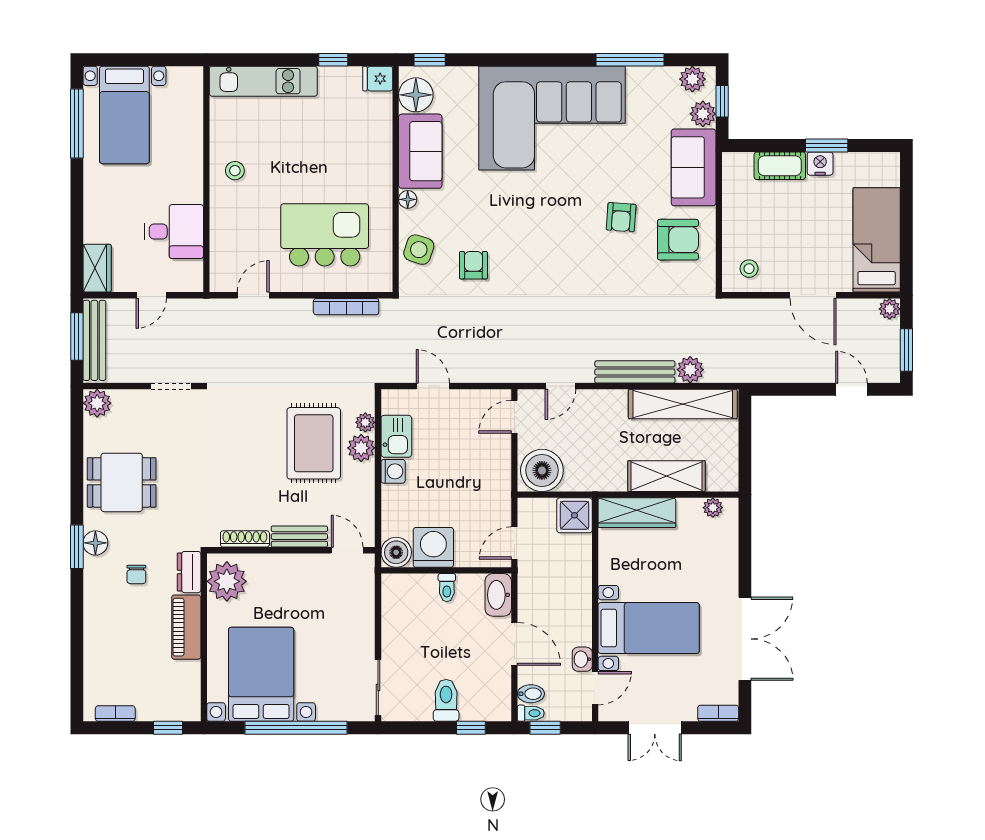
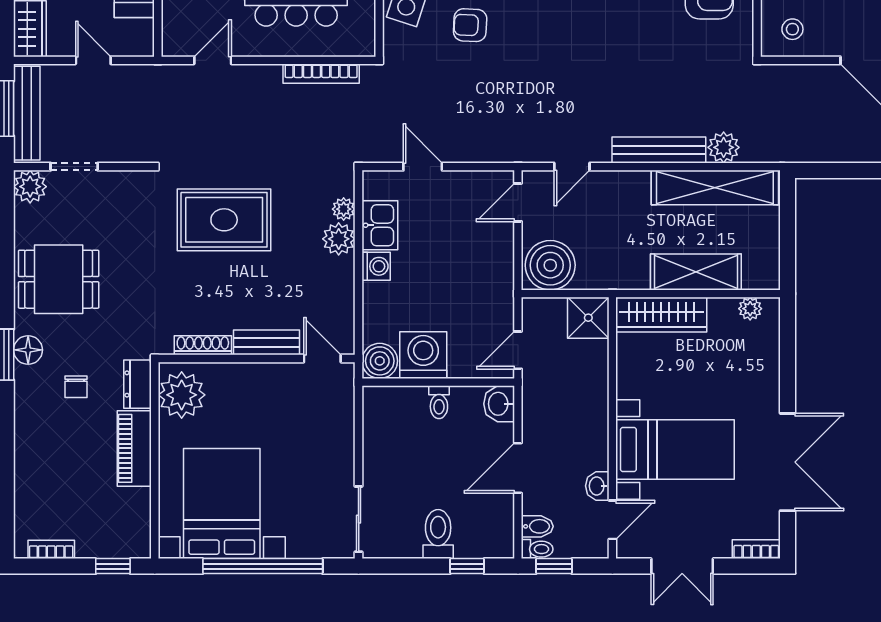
armchair: (473, 265) -> (470, 25), turned -87
door: (151, 295) -> (93, 60), swing flipped
doorway: (171, 386) -> (74, 167), moved
rug: (314, 443) -> (224, 220), moved, turned 90
washbasin: (498, 595) -> (499, 404), width x0.72
door: (514, 644) -> (518, 468), swing flipped

